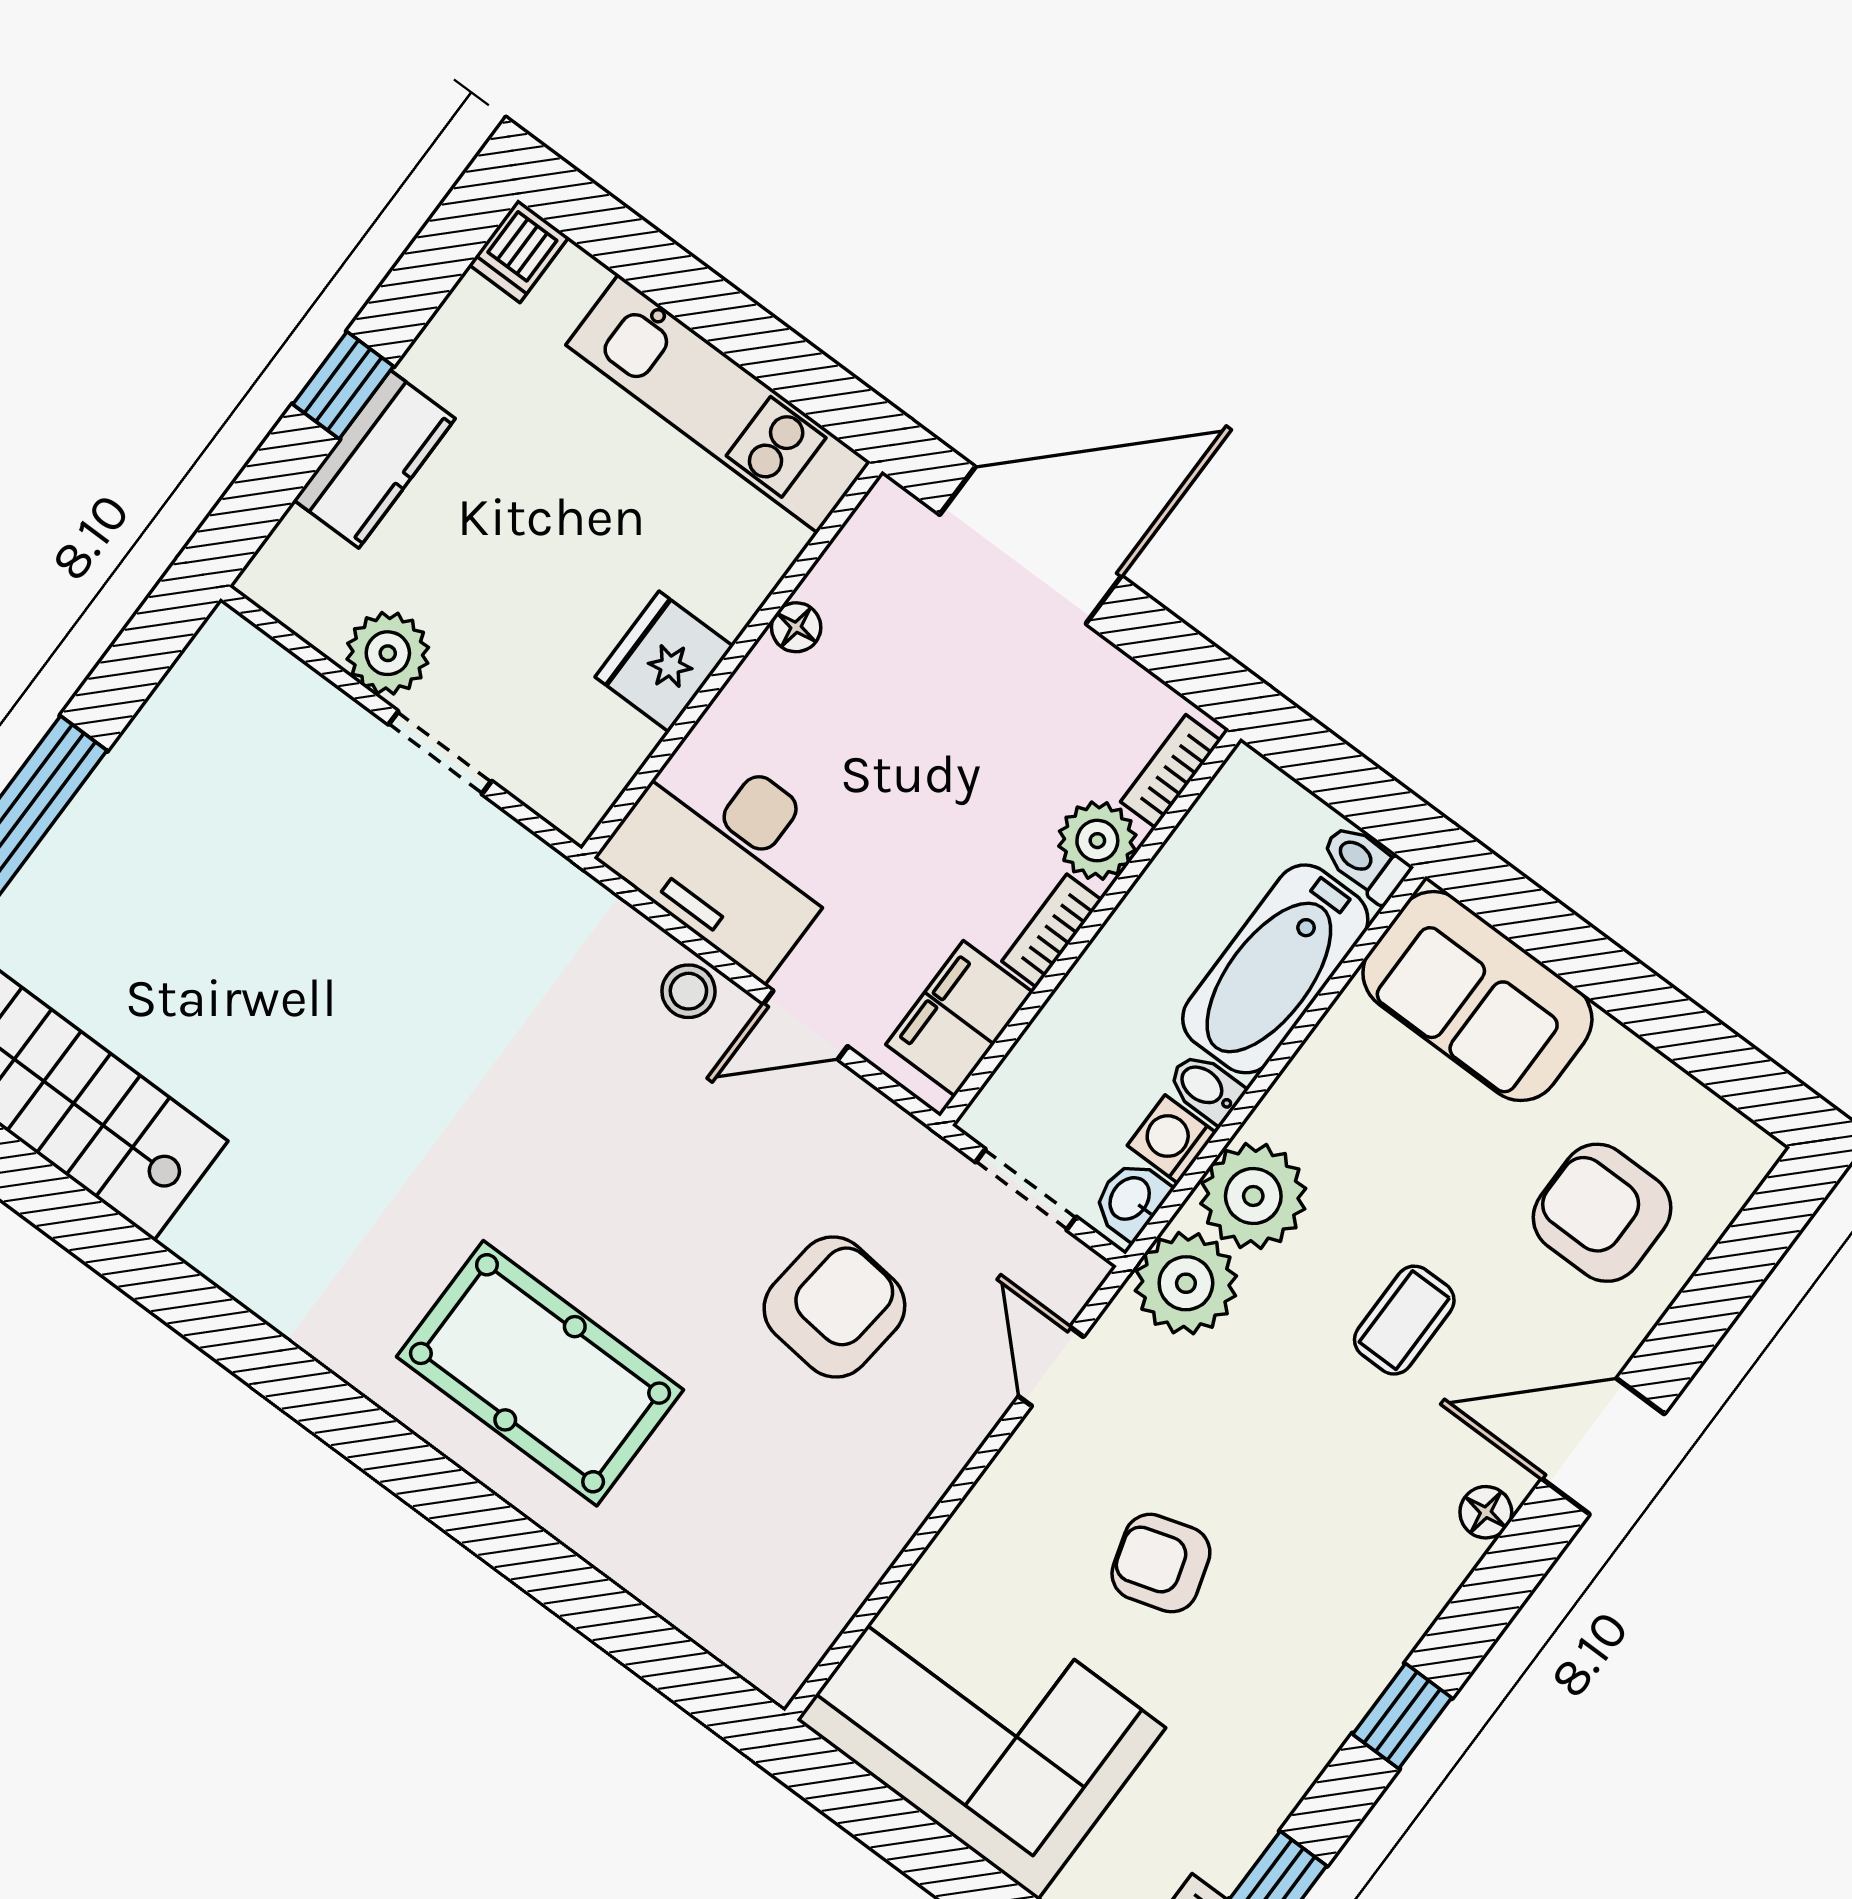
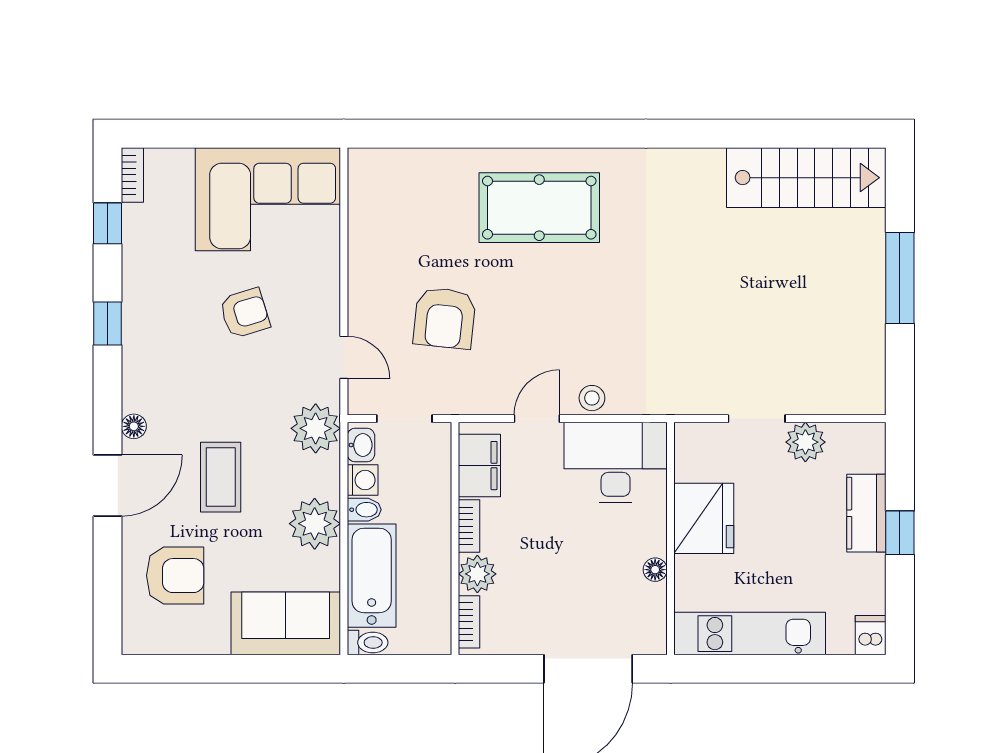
fridge: (664, 662) -> (704, 518), width x1.36, depth x1.34
plant: (1253, 1196) -> (315, 524), moved
coffee table: (1404, 1320) -> (221, 477), width x1.36, depth x1.30

